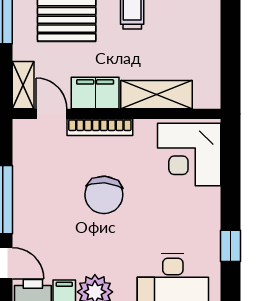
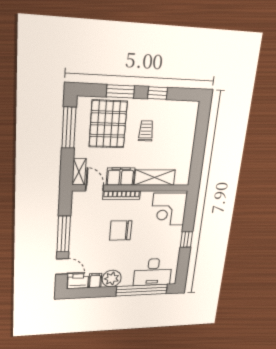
chair: (104, 195) -> (121, 230), turned 86
window: (231, 246) -> (186, 239), moved

